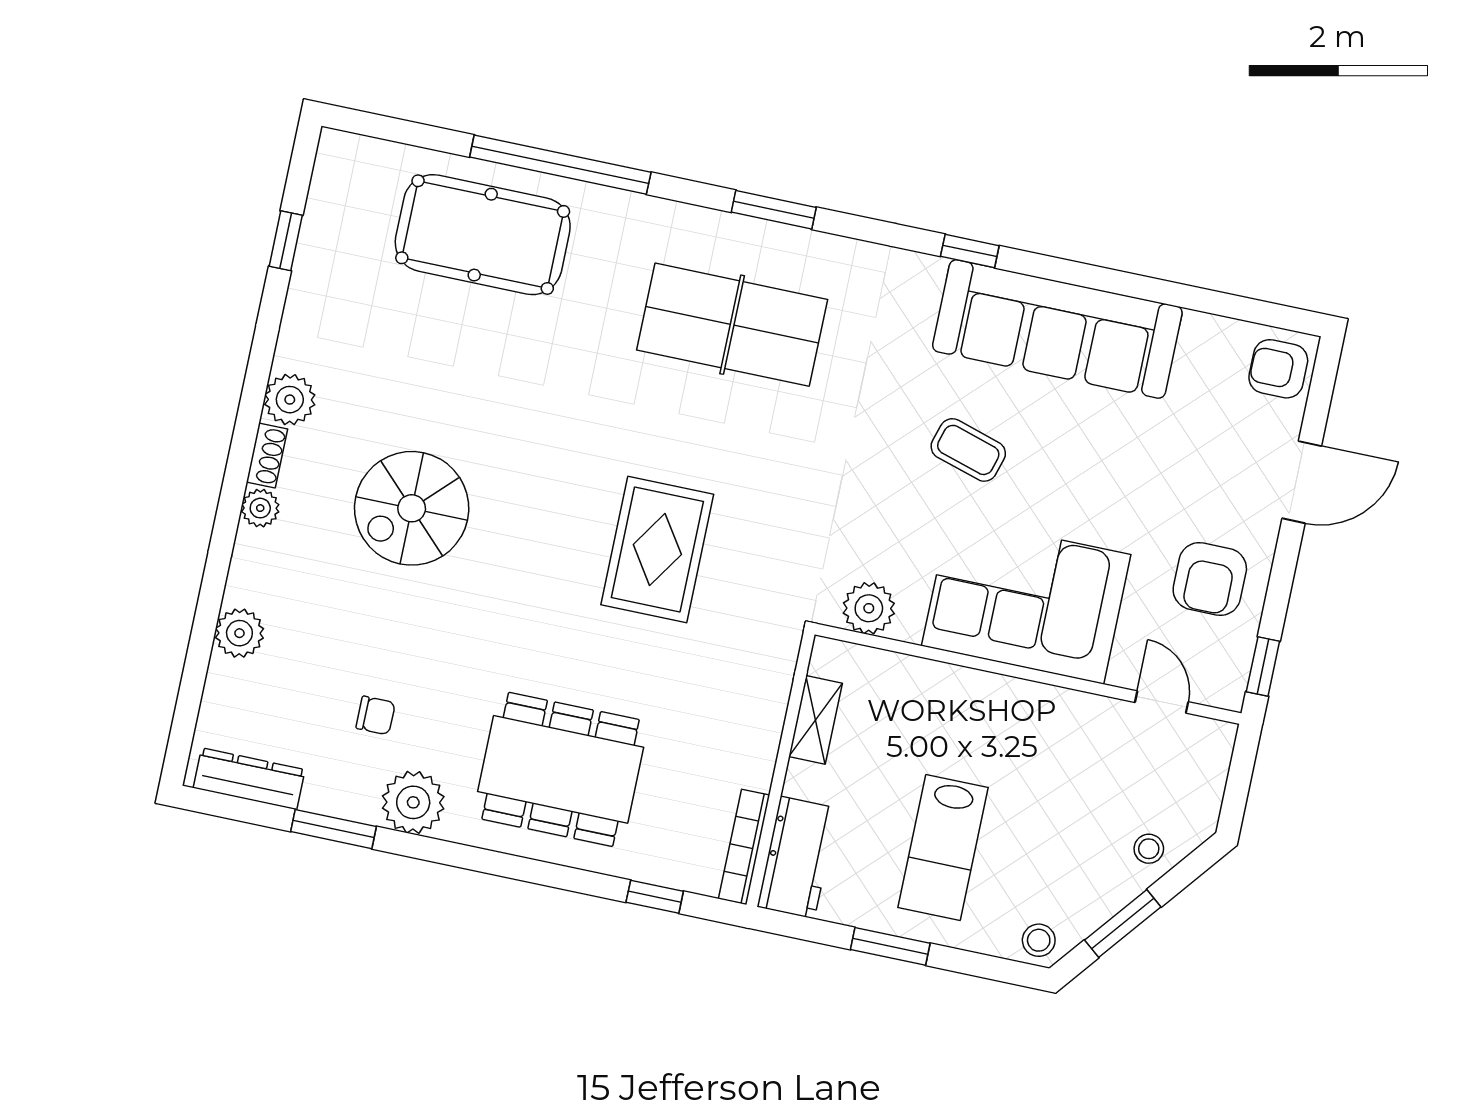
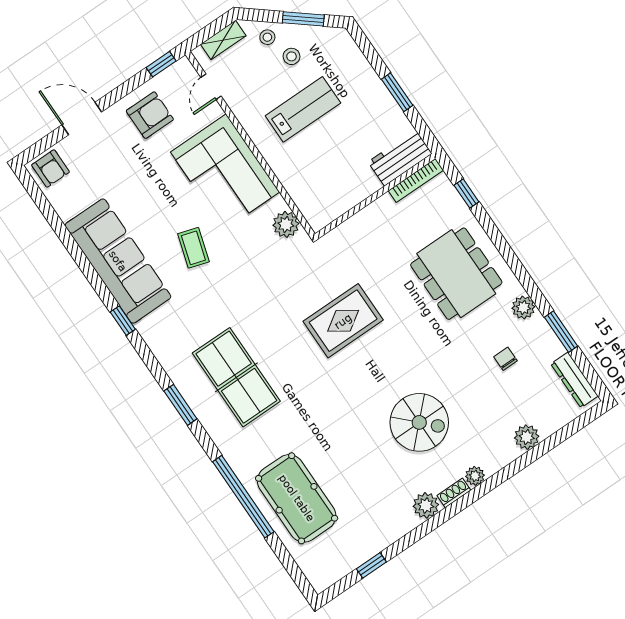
shelving: (816, 720) -> (223, 40), moved
plant: (413, 802) -> (523, 308), width x0.73, depth x0.73
lab bench: (943, 847) -> (303, 109), moved
stool: (1039, 940) -> (292, 56), moved

